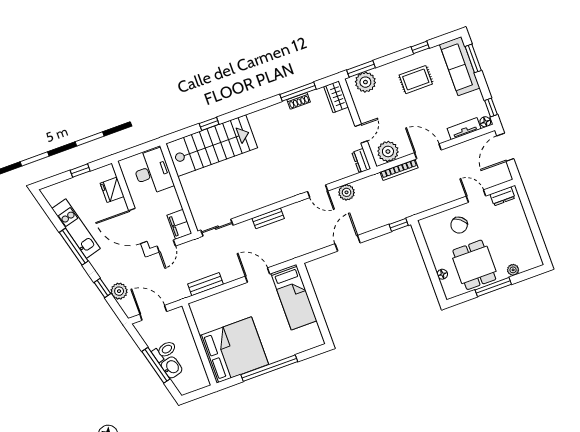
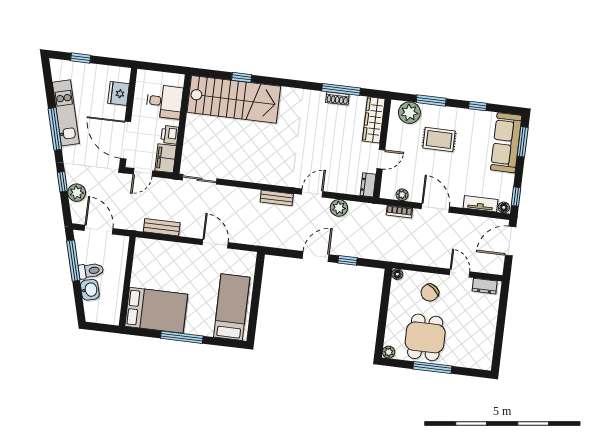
window: (361, 69) -> (431, 100), moved
rug: (416, 80) -> (439, 139), moved
wardrobe: (336, 97) -> (374, 120), width x1.50
plant: (388, 151) -> (402, 195), width x0.53, depth x0.53
bookcase: (399, 170) -> (399, 212), width x0.64
window: (80, 171) -> (81, 58), moved
desk: (152, 172) -> (164, 102), width x0.73
door: (318, 191) -> (312, 193), swing flipped
printer: (173, 203) -> (170, 135), added
bench: (268, 218) -> (277, 198), moved
window: (399, 225) -> (348, 260), moved
plant: (513, 270) -> (389, 352), moved
floor lamp: (442, 274) -> (397, 274), moved
bed: (294, 297) -> (232, 307), moved, turned 180
bed: (234, 350) -> (156, 310), width x0.73
window: (156, 365) -> (73, 261), moved
window: (269, 368) -> (182, 337), width x0.68

